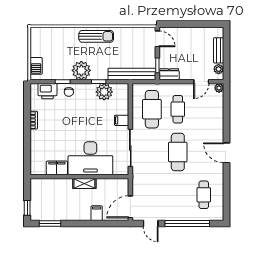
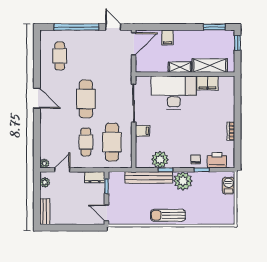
bench: (219, 50) -> (45, 212), moved
bench: (132, 74) -> (149, 177), moved
shelving: (55, 185) -> (210, 65), added

